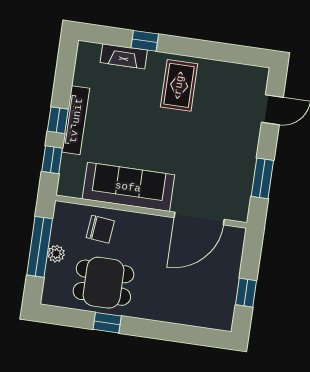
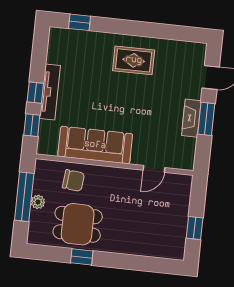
window: (145, 41) -> (79, 22), moved
fireplace: (124, 56) -> (191, 118), moved, turned 90
rug: (179, 85) -> (134, 60), turned 90
window: (262, 178) -> (206, 119), moved
door: (199, 219) -> (154, 169), width x0.53

